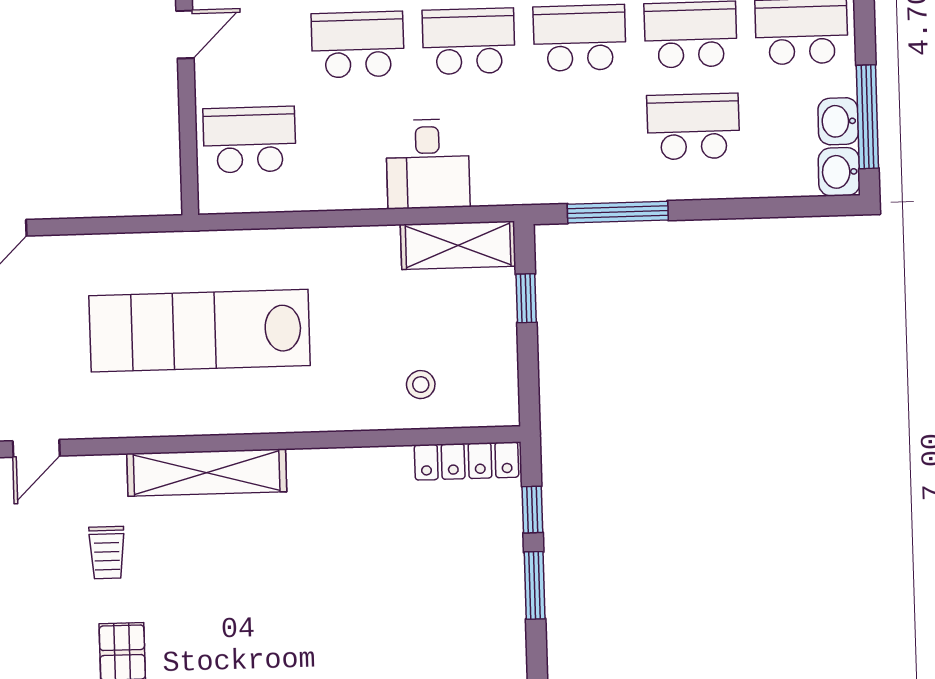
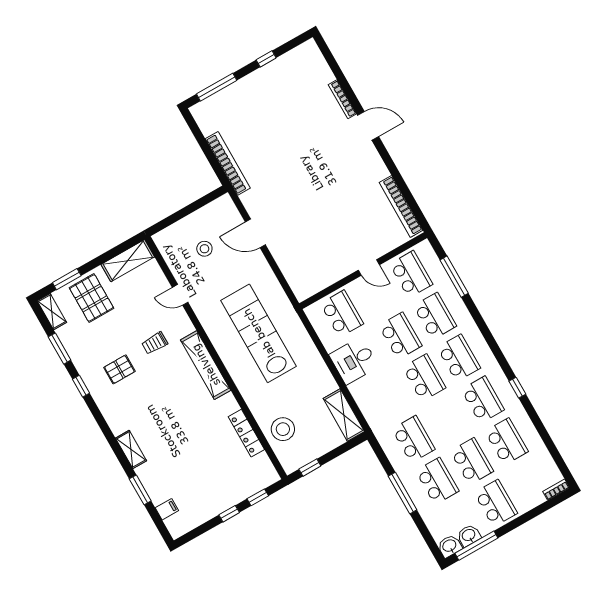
school desk: (580, 38) -> (413, 439), moved
desk: (428, 164) -> (354, 361), moved
window: (618, 212) -> (403, 493), moved
window: (526, 298) -> (310, 468), moved
stool: (421, 385) -> (283, 429), width x1.89, depth x1.89
locker: (467, 461) -> (246, 433), moved
window: (535, 585) -> (229, 514), width x0.67

